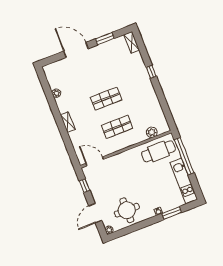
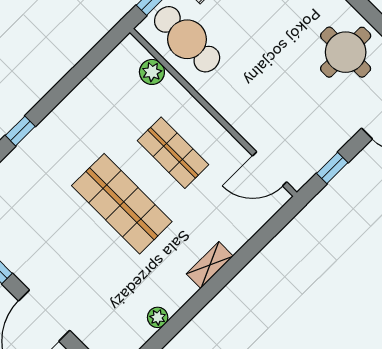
shop shelf: (106, 99) -> (122, 204), width x1.43, depth x1.36
door: (95, 161) -> (270, 169), hinge flipped

